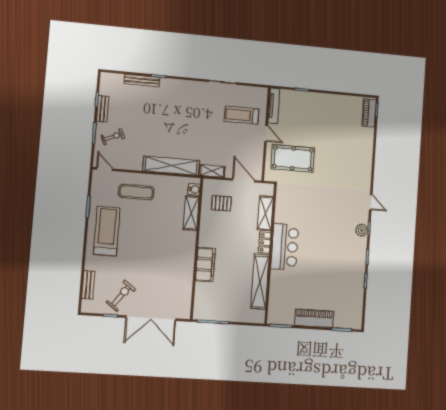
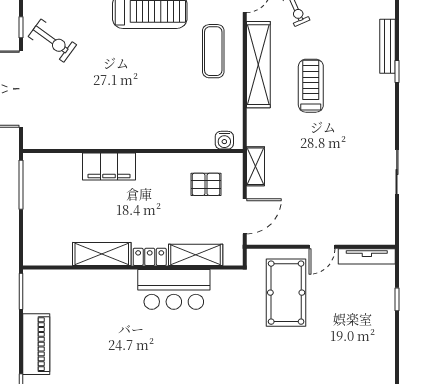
treadmill: (241, 115) -> (311, 86), moved
shelving: (171, 166) -> (258, 65), moved
pallet: (221, 203) -> (206, 184), turned 90
shelving: (191, 213) -> (187, 138), removed
bar counter: (285, 247) -> (174, 289), moved
shelving: (260, 282) -> (102, 254), width x0.68

